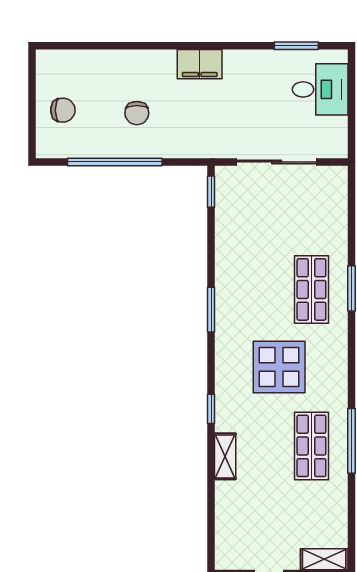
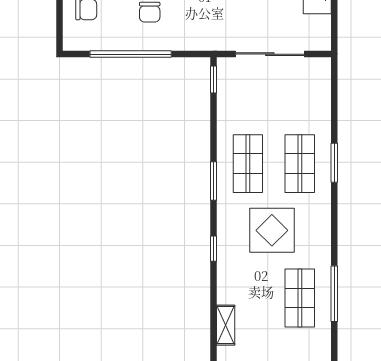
shop shelf: (251, 289) -> (248, 164), added
window: (211, 409) -> (214, 249), moved
shelving: (225, 456) -> (226, 325), moved

